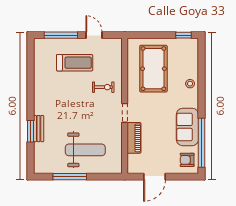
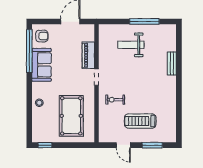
window: (61, 35) -> (152, 145), width x0.69
window: (30, 131) -> (179, 61), removed
weight bench: (85, 150) -> (131, 45), width x0.73, depth x0.75

